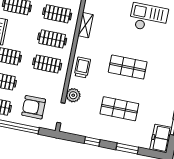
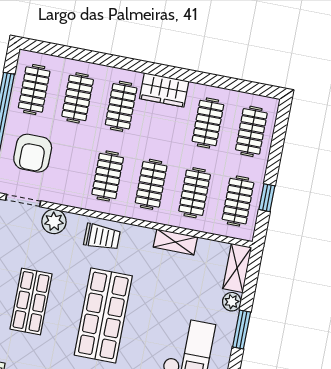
shop shelf: (128, 67) -> (103, 315), width x1.43, depth x1.36
armchair: (34, 107) -> (33, 153), turned 180

